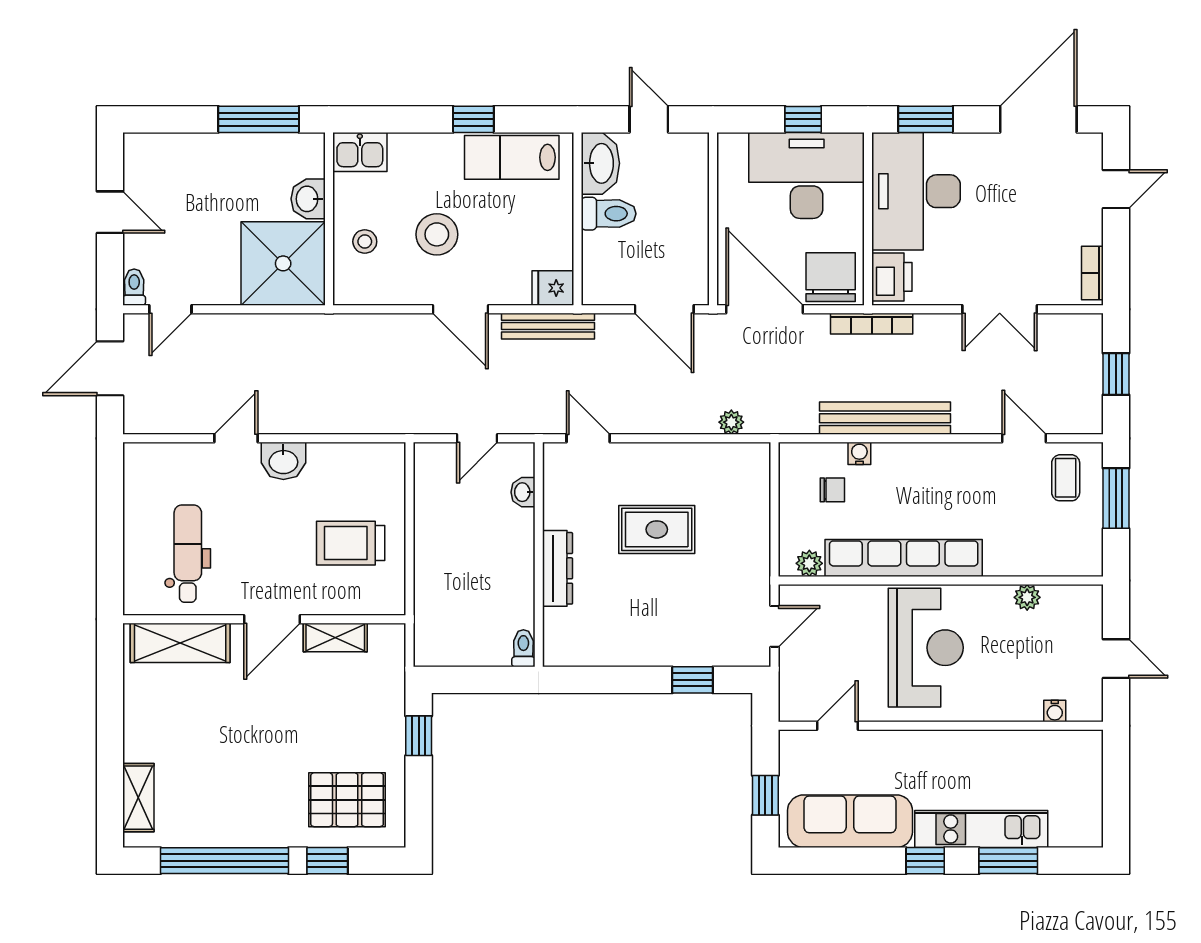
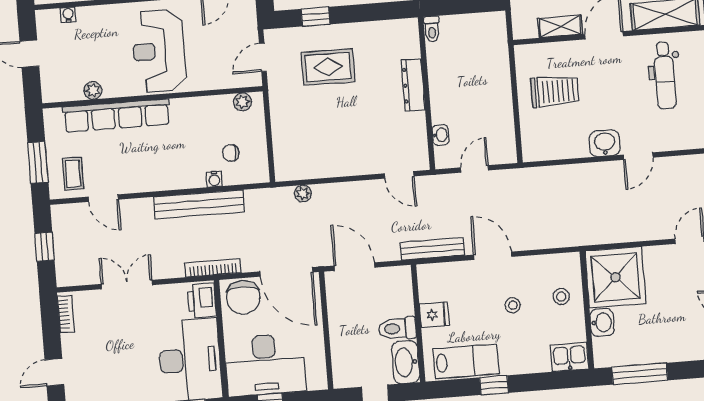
stool: (437, 234) -> (513, 305), width x0.53, depth x0.53
fridge: (553, 288) -> (434, 315), moved
rug: (657, 529) -> (328, 67), moved
row of seats: (904, 558) -> (117, 116), moved

